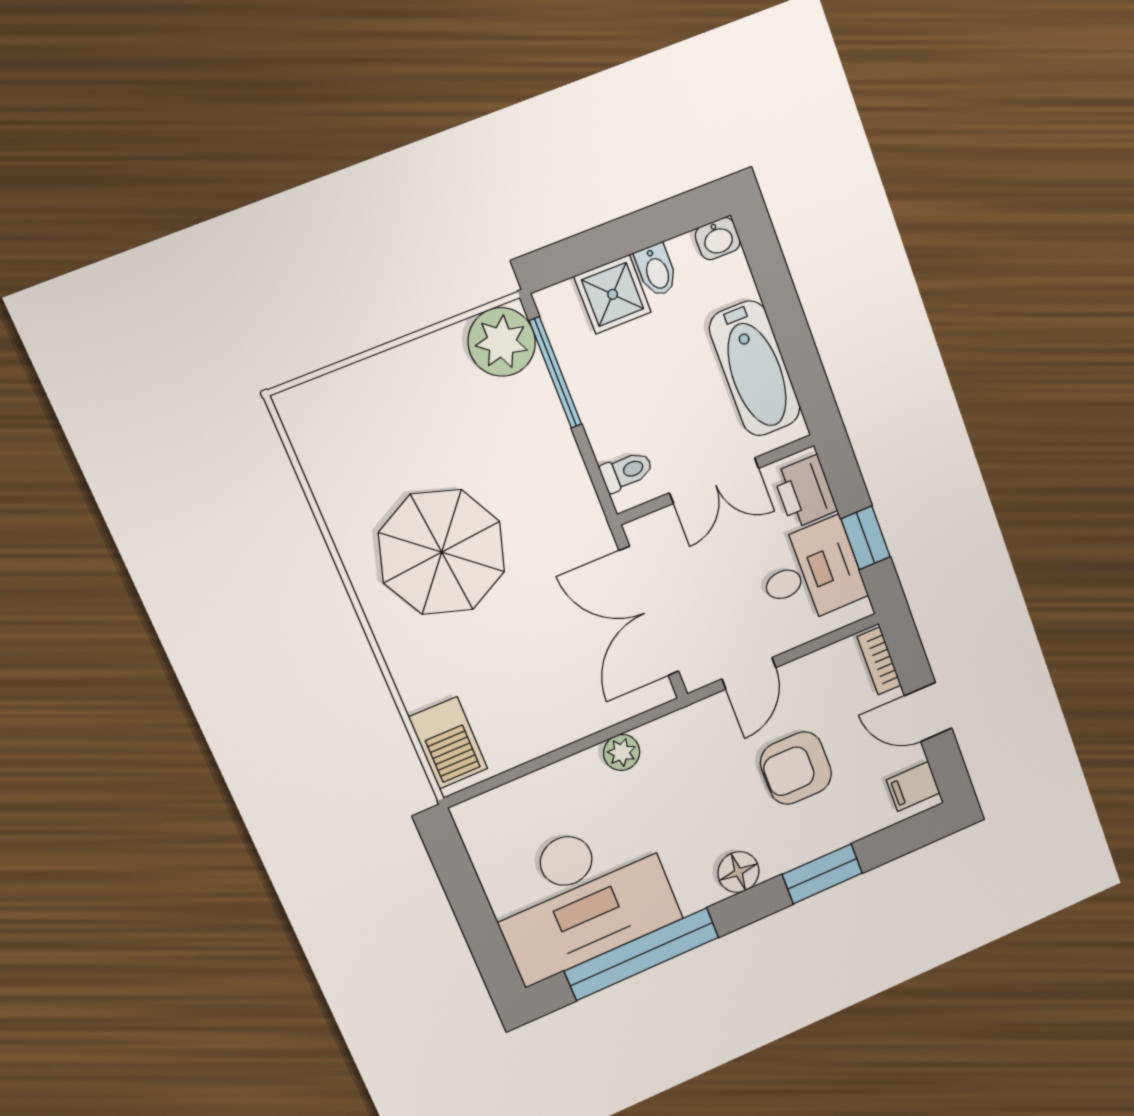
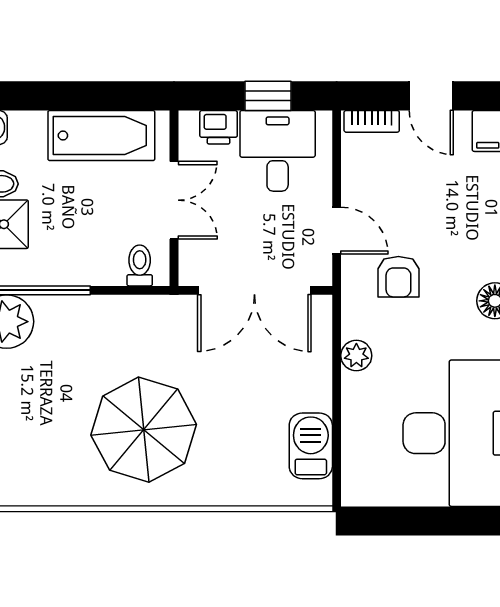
printer: (805, 492) -> (219, 127), width x0.73, depth x0.81
door: (928, 712) -> (431, 96), hinge flipped
barbecue: (448, 743) -> (311, 446), moved, turned -90
armchair: (796, 768) -> (398, 277), moved, width x0.72, depth x0.72

